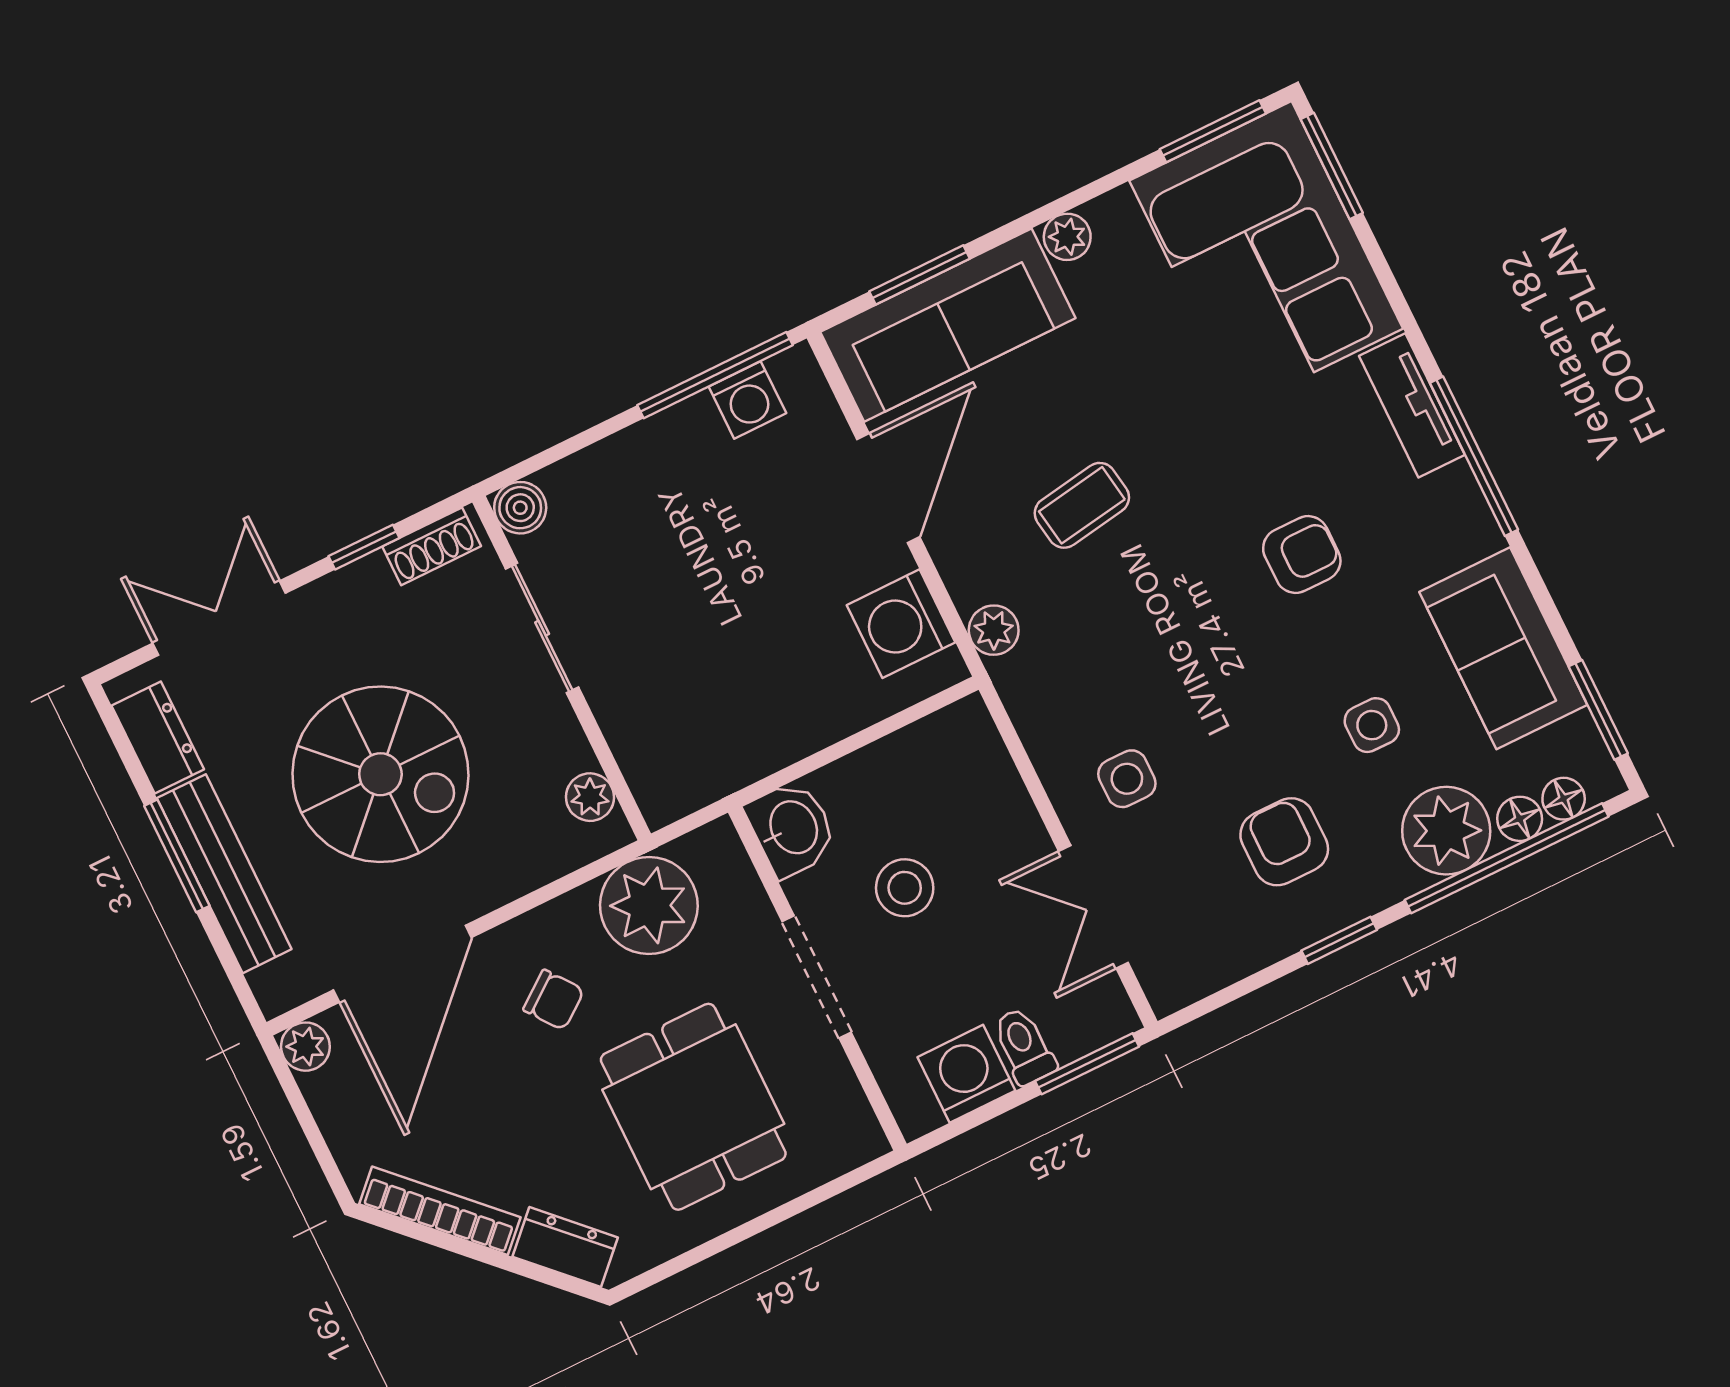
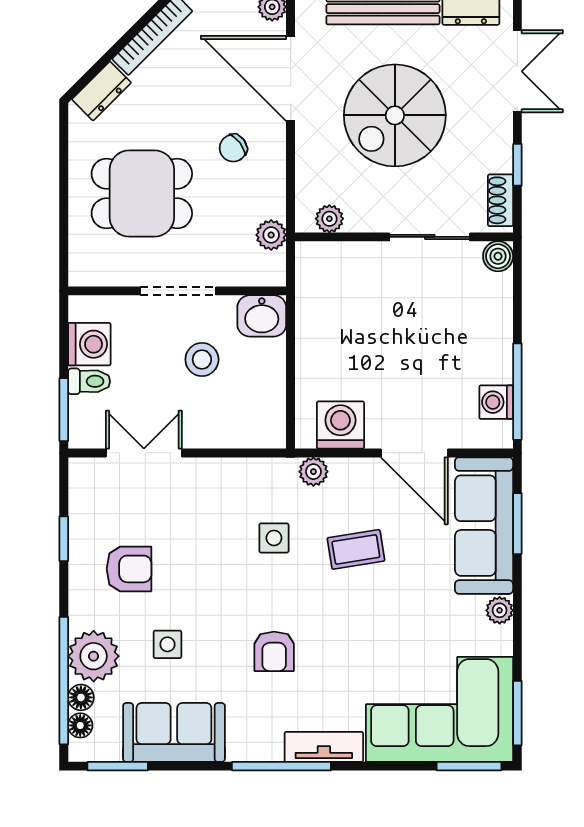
coffee table: (1082, 505) -> (356, 549), turned 90
side table: (1127, 779) -> (274, 538), moved
plant: (649, 905) -> (271, 235), width x0.53, depth x0.53
window: (1339, 940) -> (64, 539), moved

